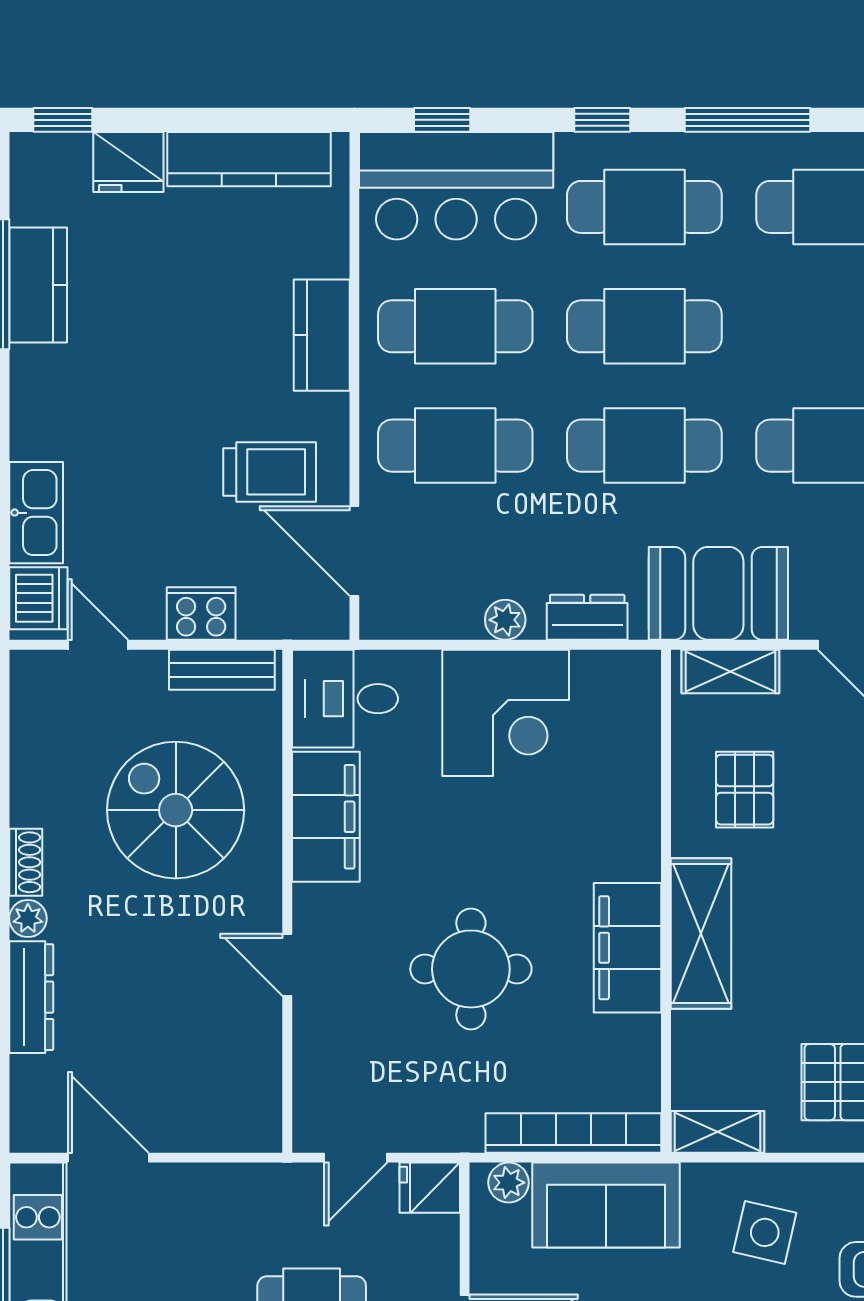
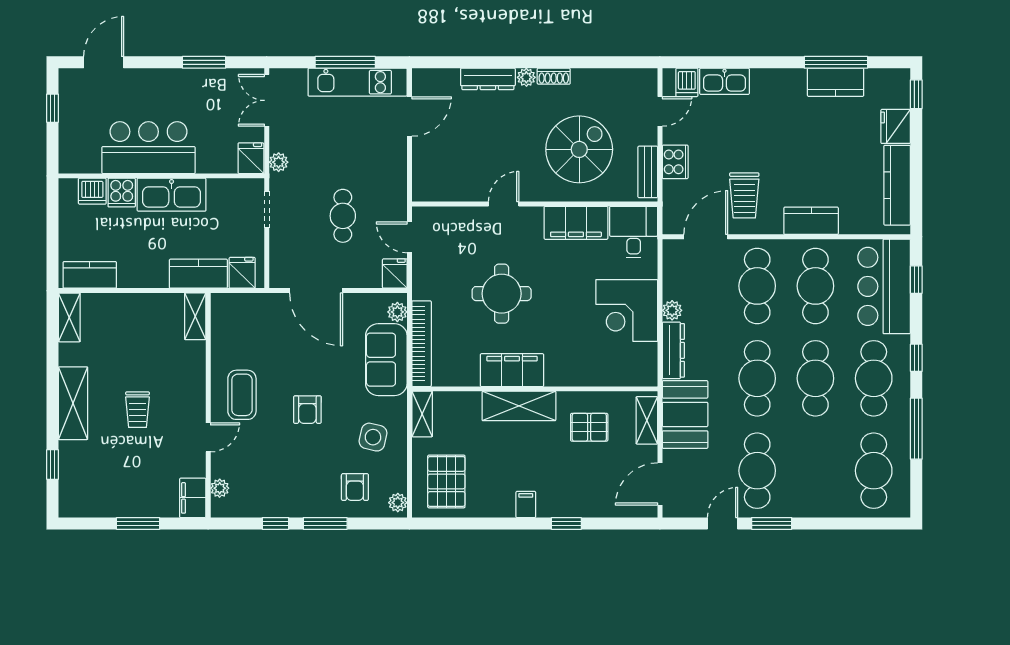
dishwasher: (38, 598) -> (687, 82), width x0.73
dresser: (587, 617) -> (673, 350), width x1.44

